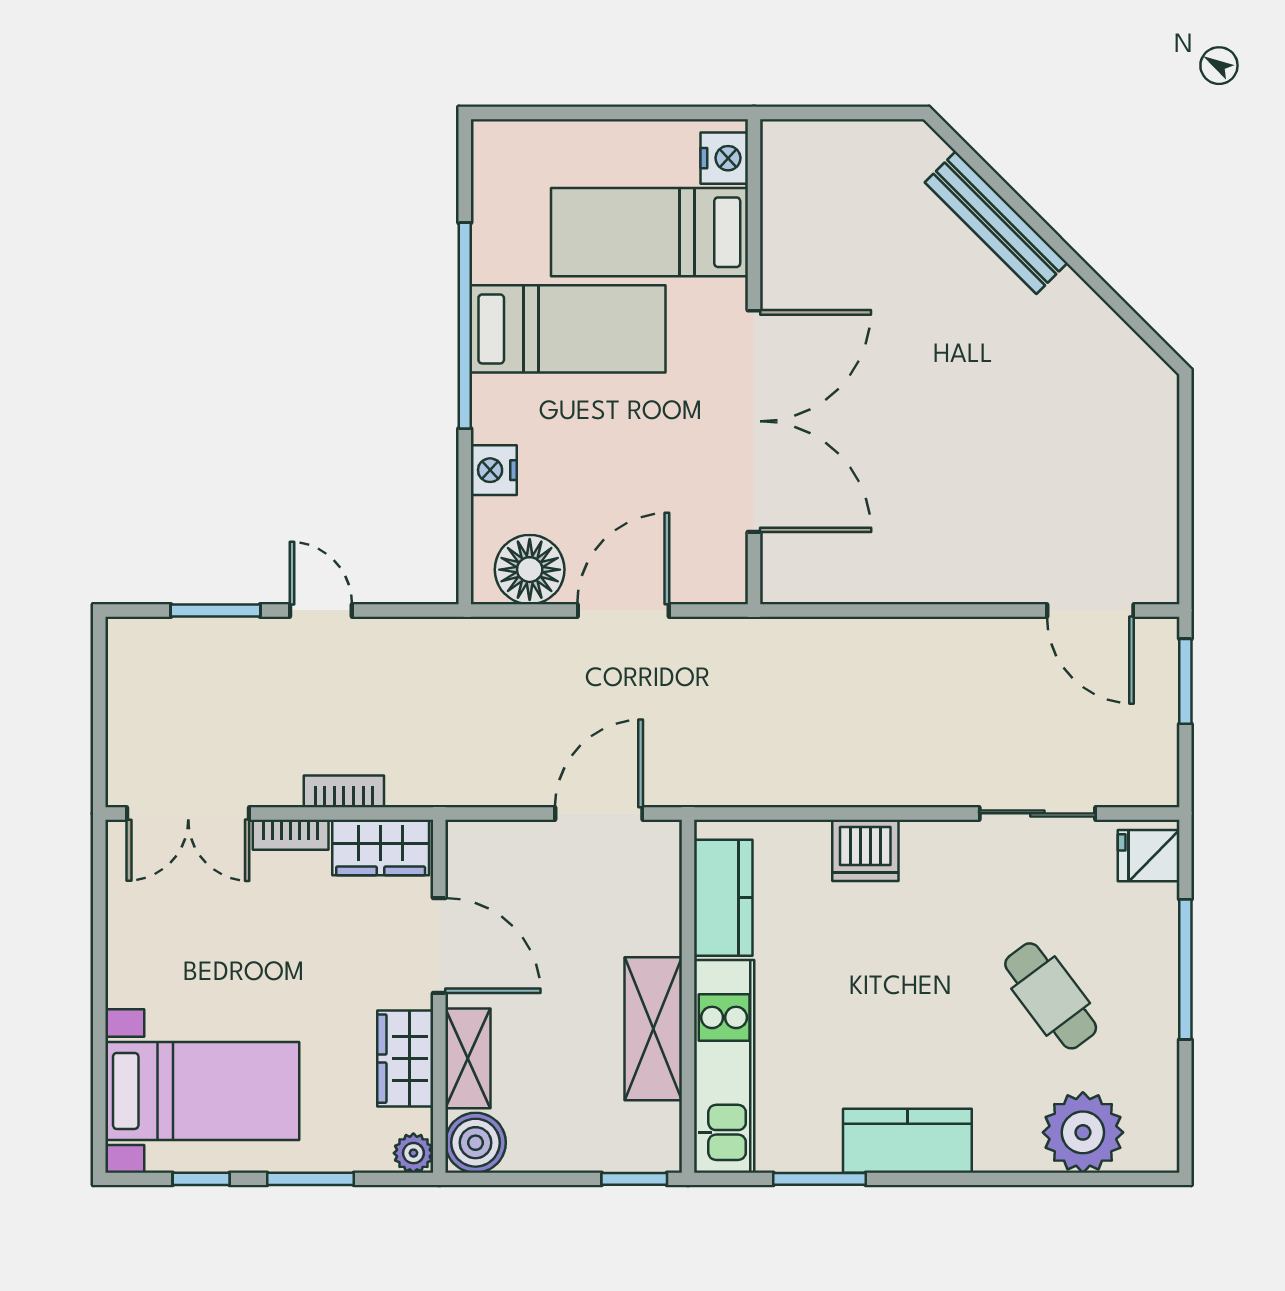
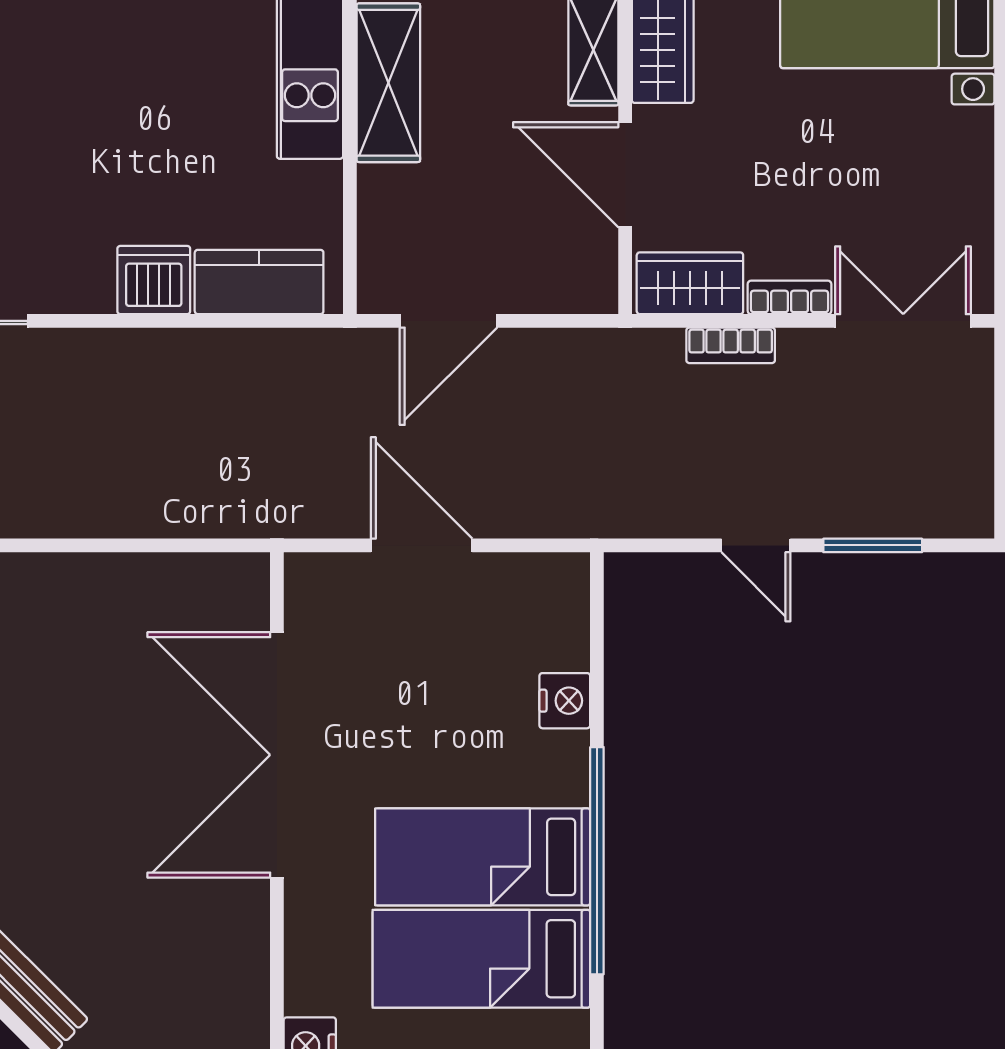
bed: (650, 232) -> (481, 959), moved, turned 180
floor lamp: (530, 570) -> (525, 591), removed
door: (623, 610) -> (422, 545), swing flipped
kitchen counter: (723, 898) -> (259, 282), moved, turned 90

